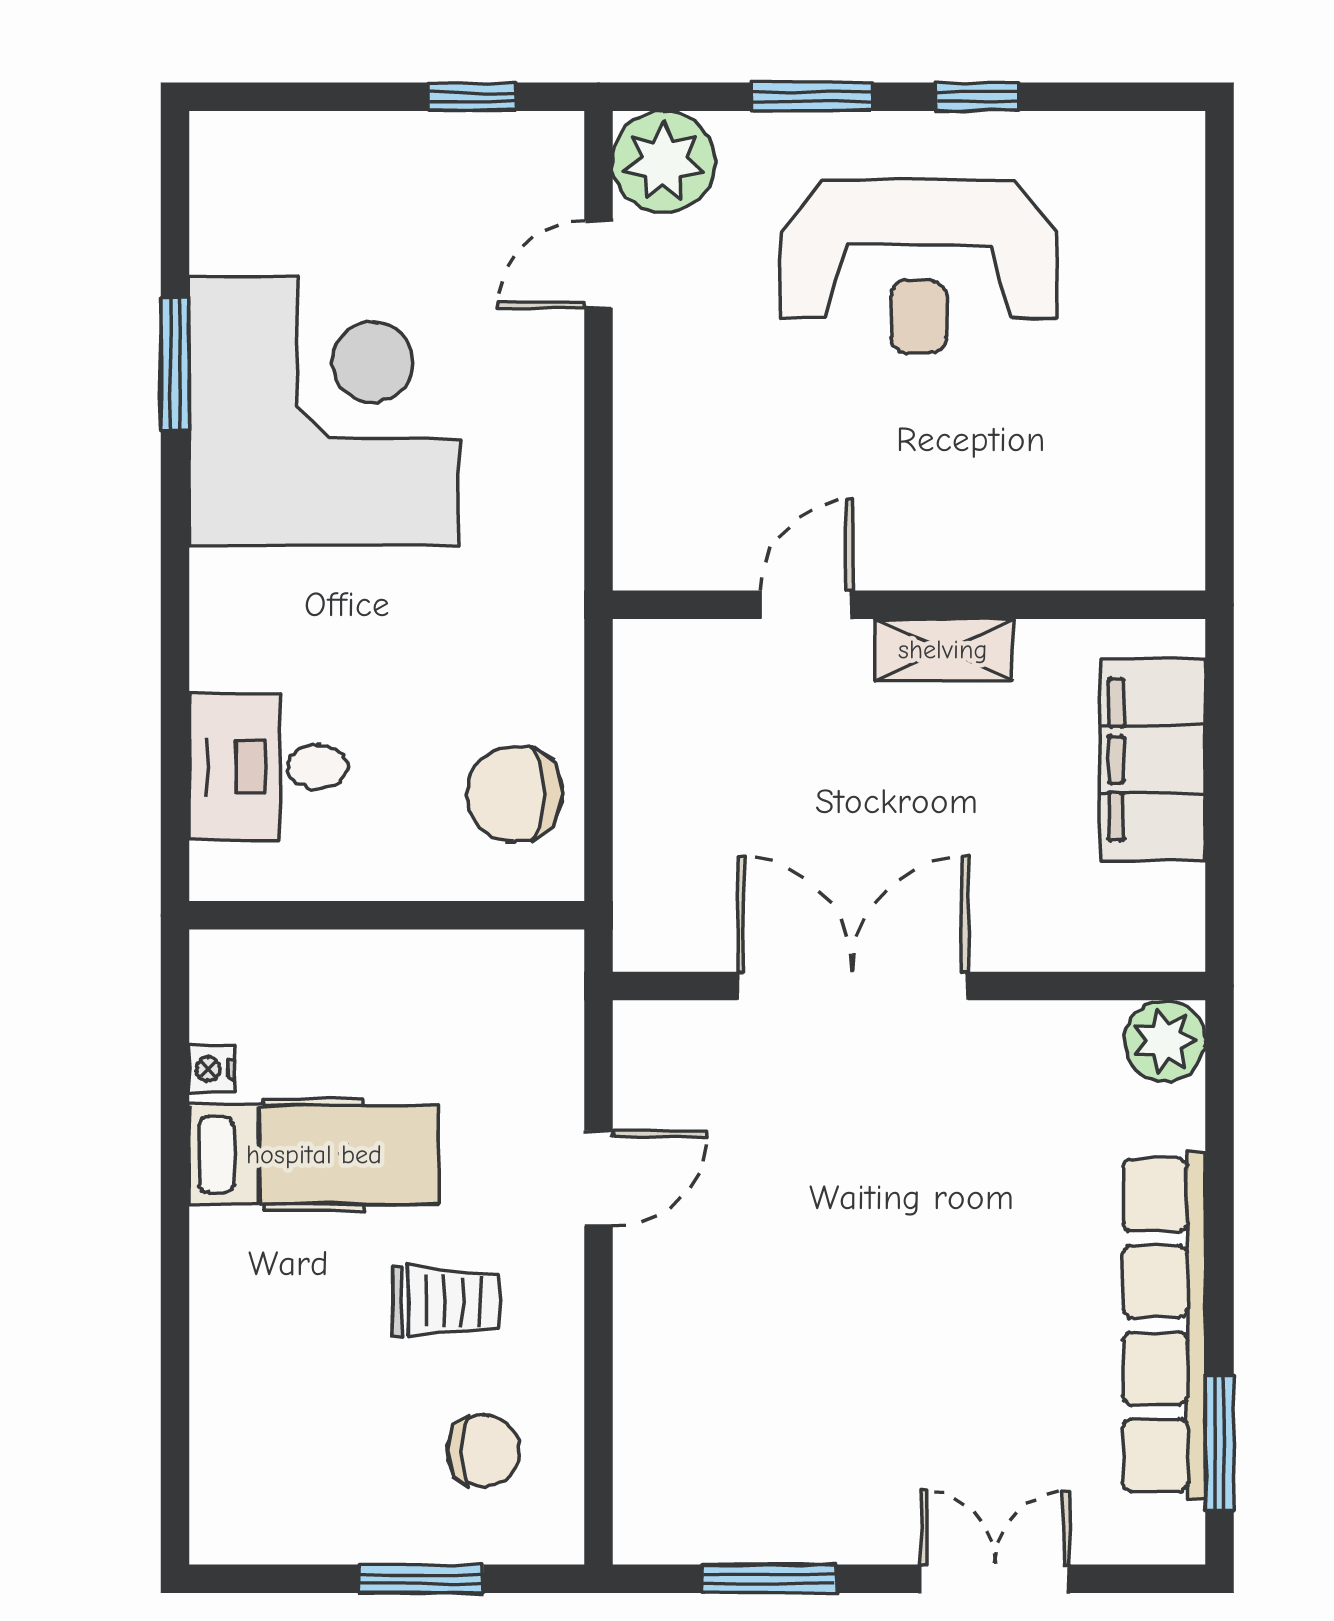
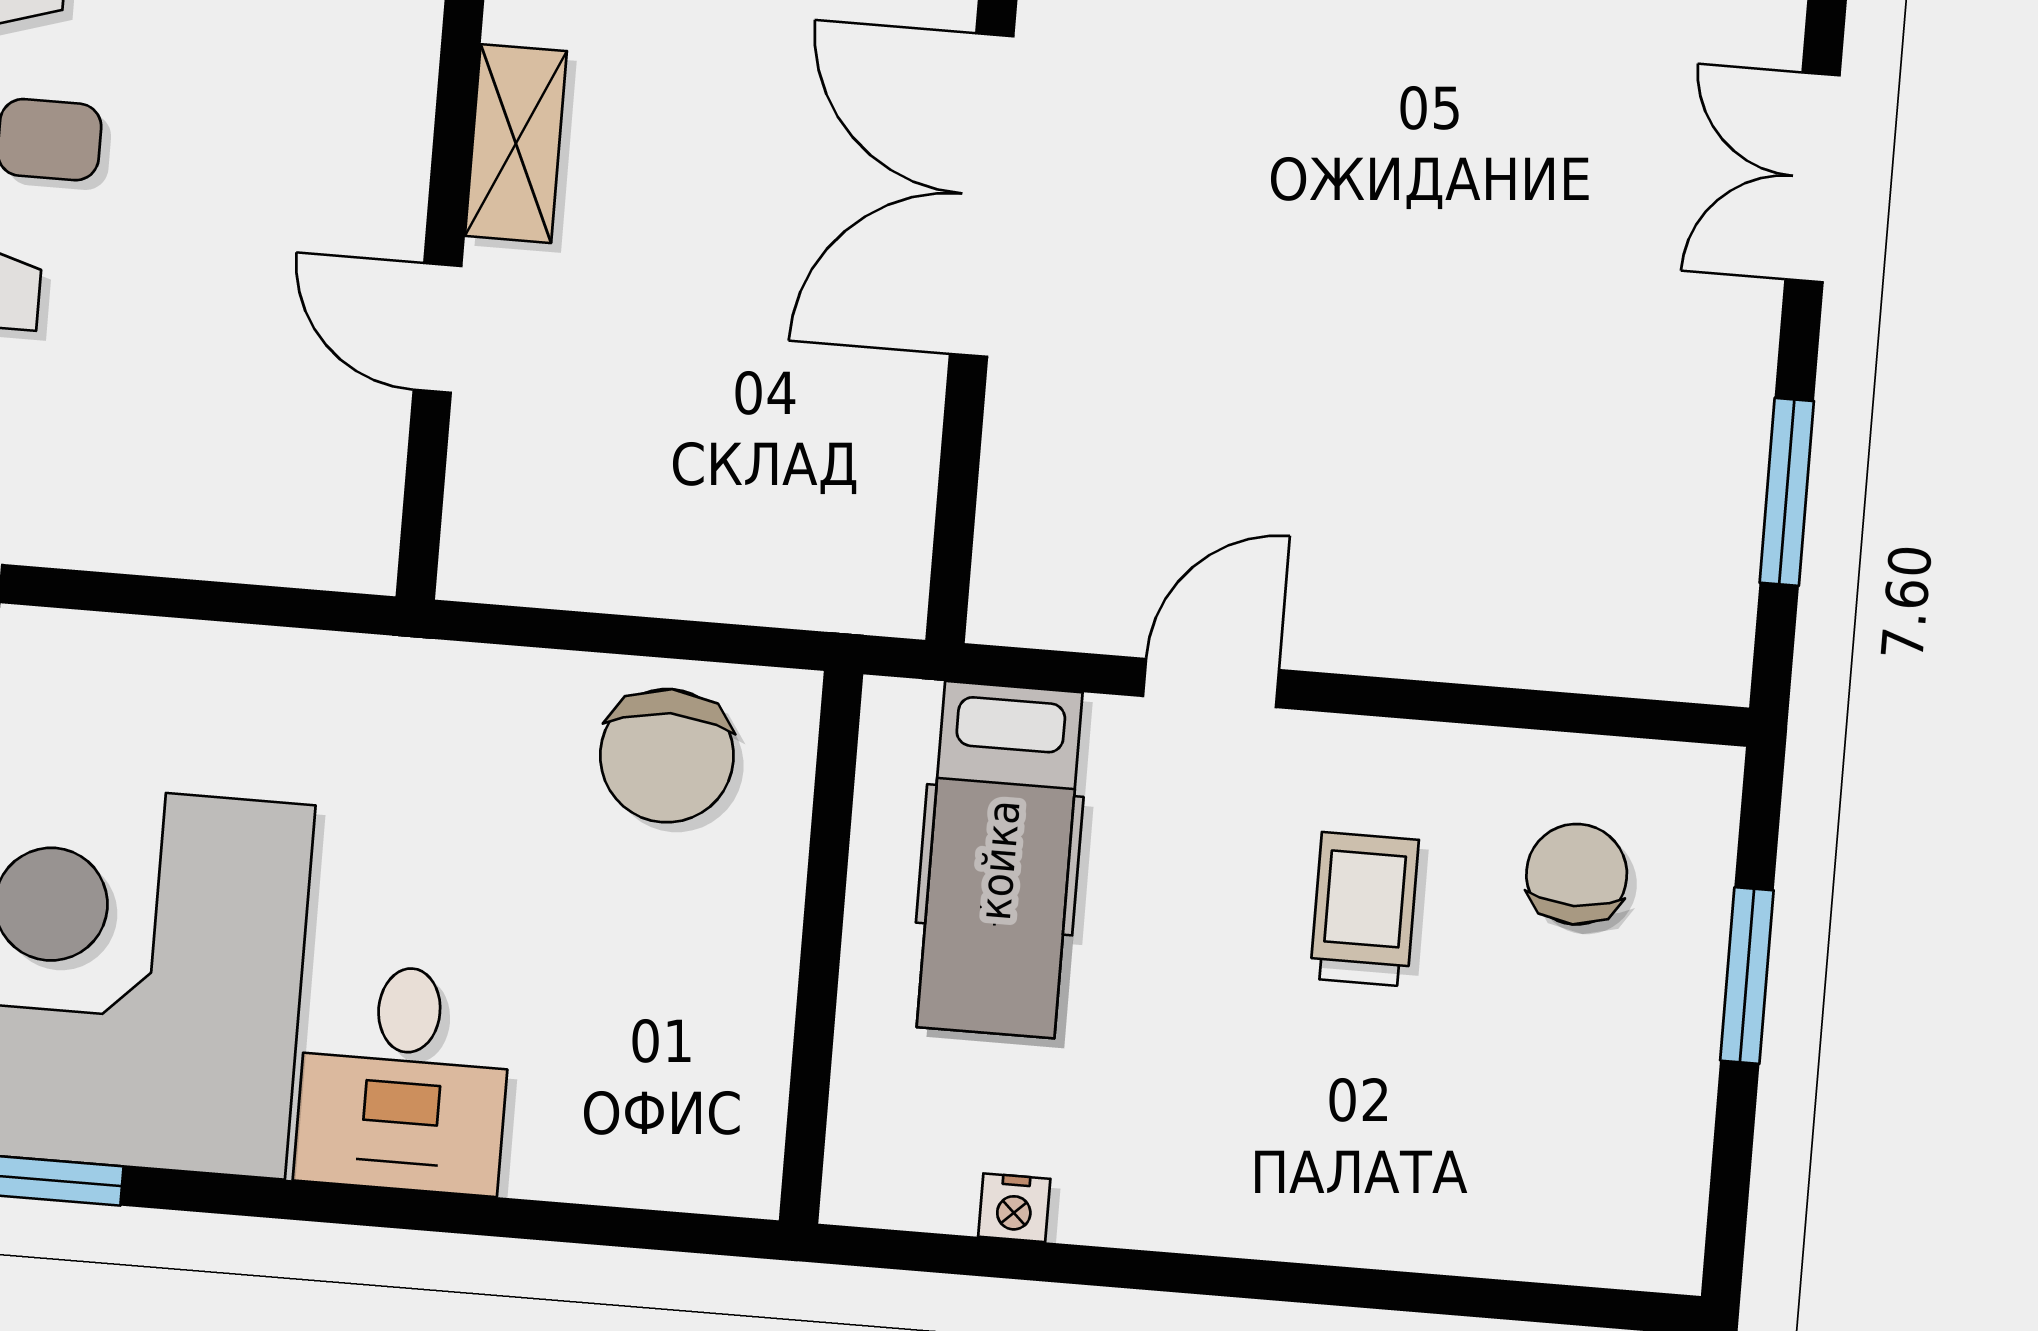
desk: (268, 767) -> (404, 1079), moved
double door: (853, 986) -> (982, 195), moved
hospital bed: (314, 1155) -> (1000, 860), moved, turned 180
door: (598, 1178) -> (1211, 683), hinge flipped

